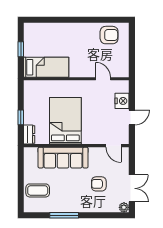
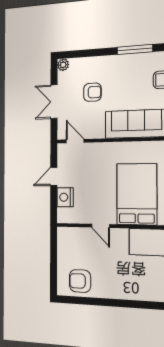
door: (103, 79) -> (101, 226), moved
bed: (65, 121) -> (137, 194), moved, turned 180
double door: (132, 188) -> (54, 102), moved

